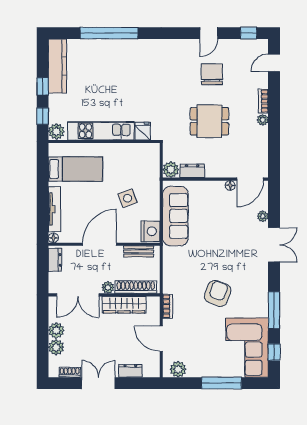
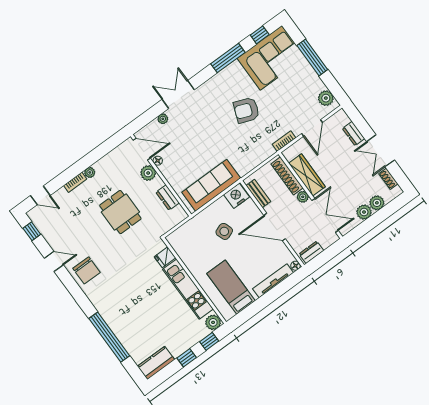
kitchen counter: (57, 66) -> (156, 363), width x0.67
chair: (212, 74) -> (86, 270), moved, turned -90
plant: (171, 170) -> (148, 173), moved

